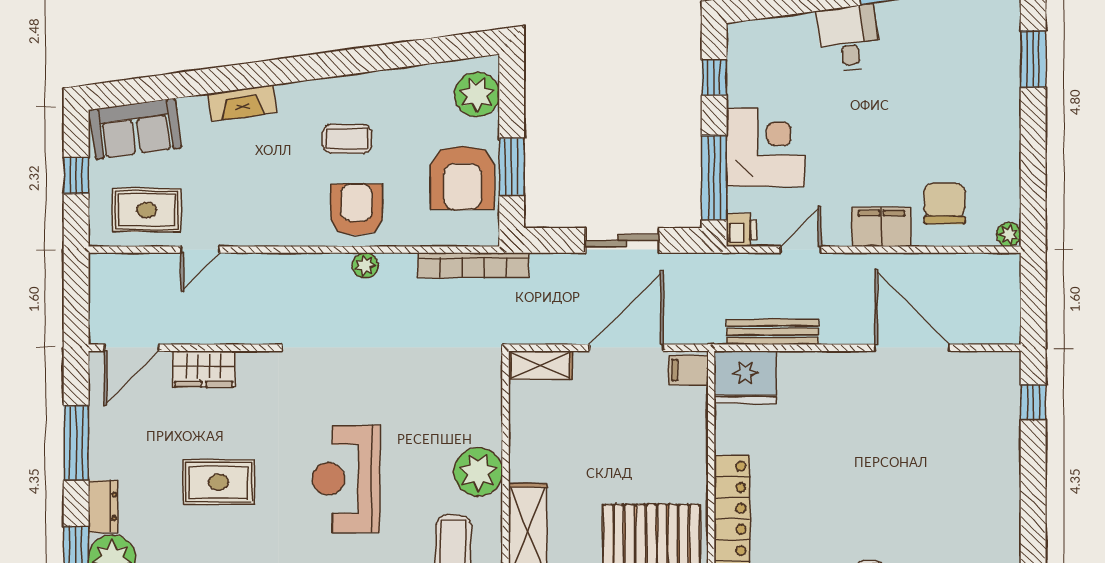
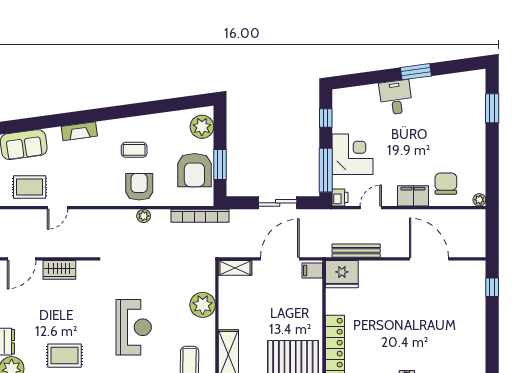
plant: (478, 472) -> (203, 305), moved
reception desk: (346, 479) -> (134, 327), turned 180
rug: (219, 482) -> (64, 356), moved

